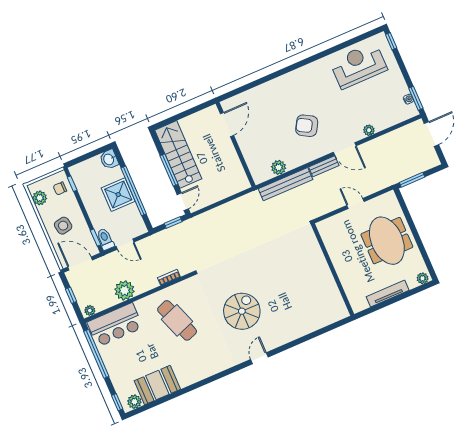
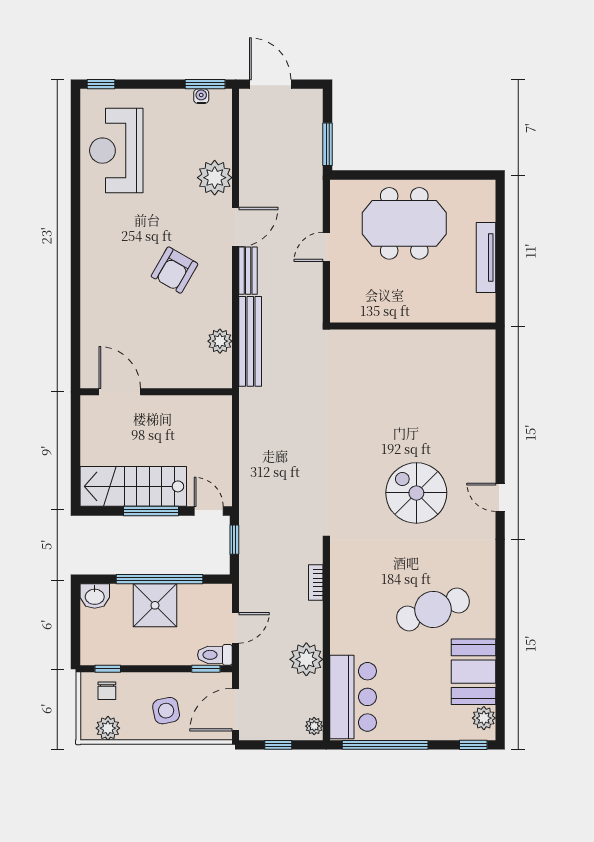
plant: (369, 130) -> (215, 178), width x1.87, depth x1.87
plant: (423, 278) -> (486, 194), removed
cafe table: (177, 320) -> (433, 609), moved

